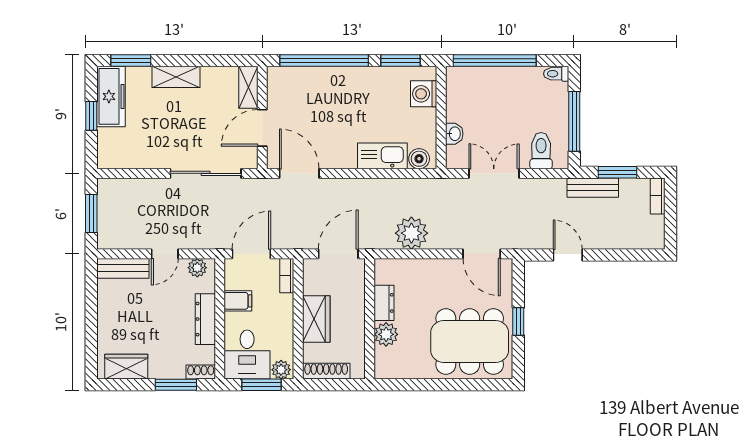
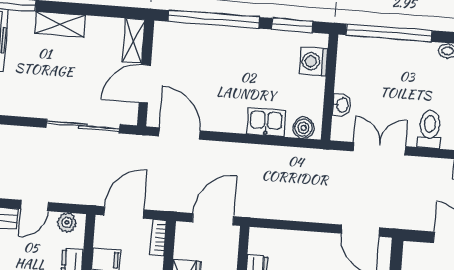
kitchen sink: (382, 156) -> (266, 122), width x0.73
plant: (411, 233) -> (290, 204), removed

